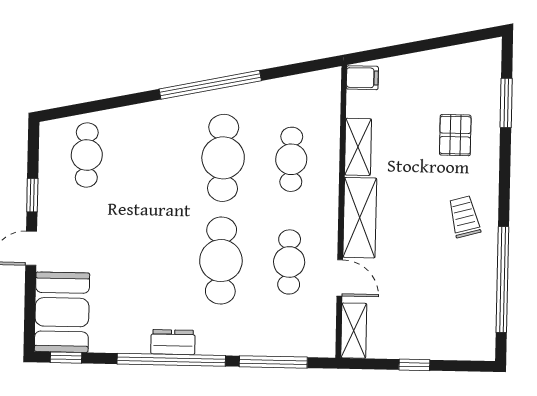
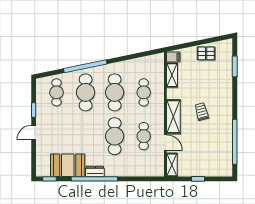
window: (210, 85) -> (85, 66), moved
pallet: (455, 135) -> (206, 53), moved, turned 90
shelving: (358, 147) -> (172, 75), moved
cafe table: (155, 156) -> (86, 92), added
trolley: (464, 217) -> (202, 112), moved
booth: (62, 312) -> (68, 165), moved, turned 90
window: (273, 362) -> (138, 179), removed

